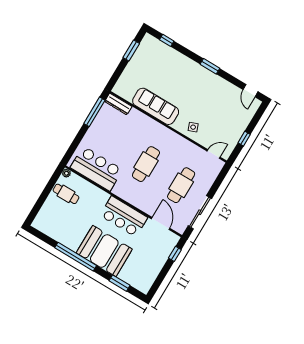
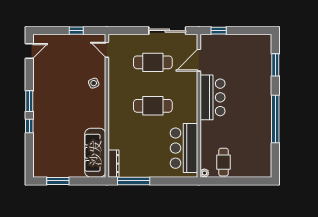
window: (167, 40) -> (29, 126), moved
sofa: (156, 106) -> (95, 153), moved
booth: (104, 251) -> (254, 96), removed

